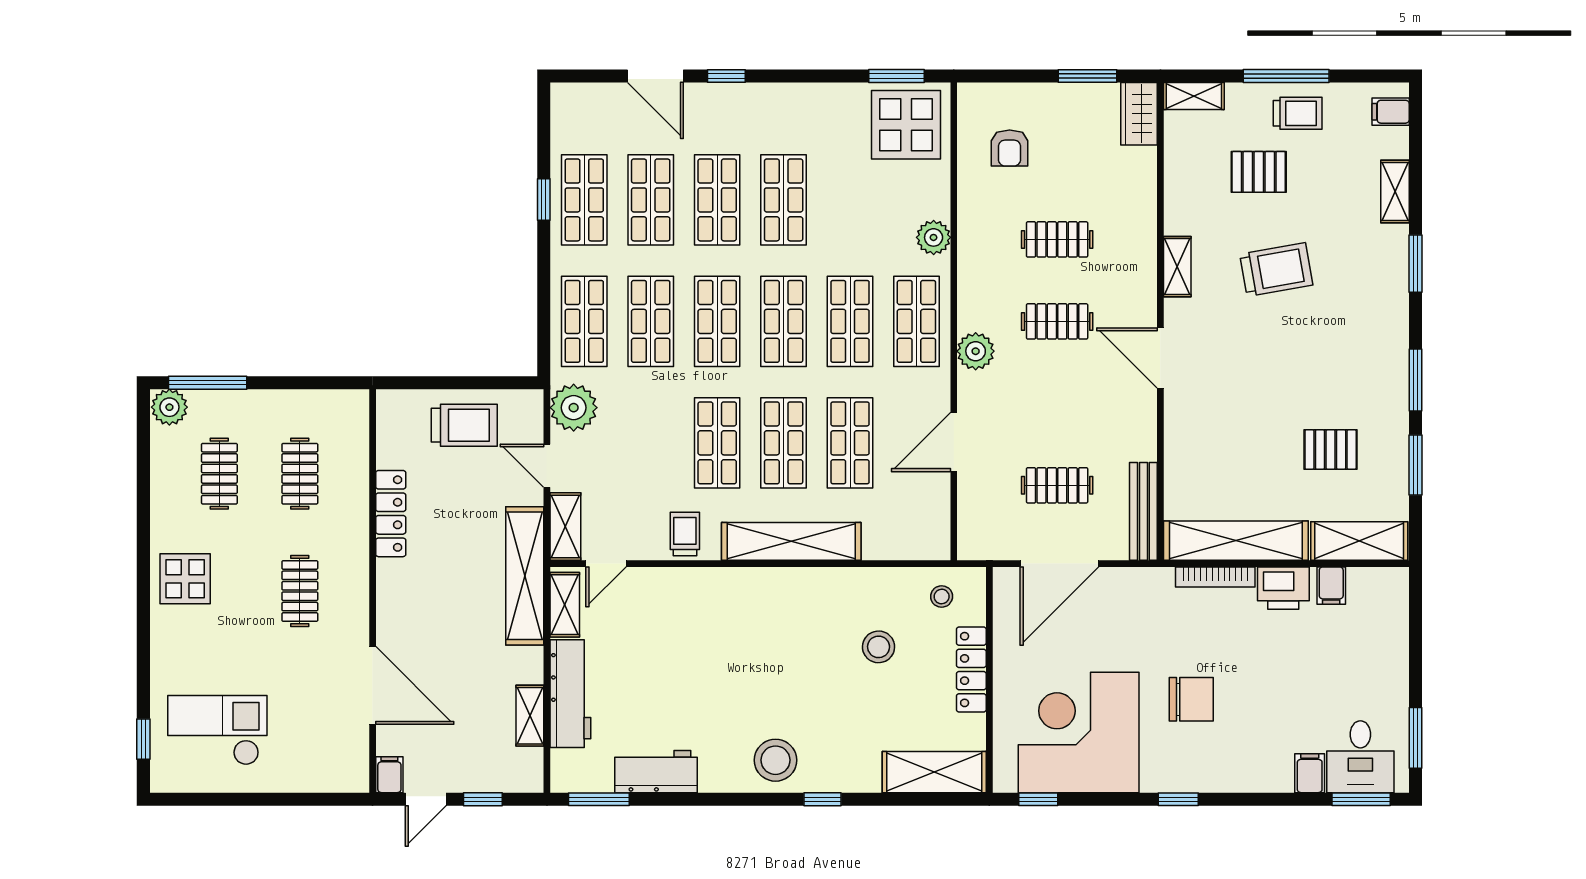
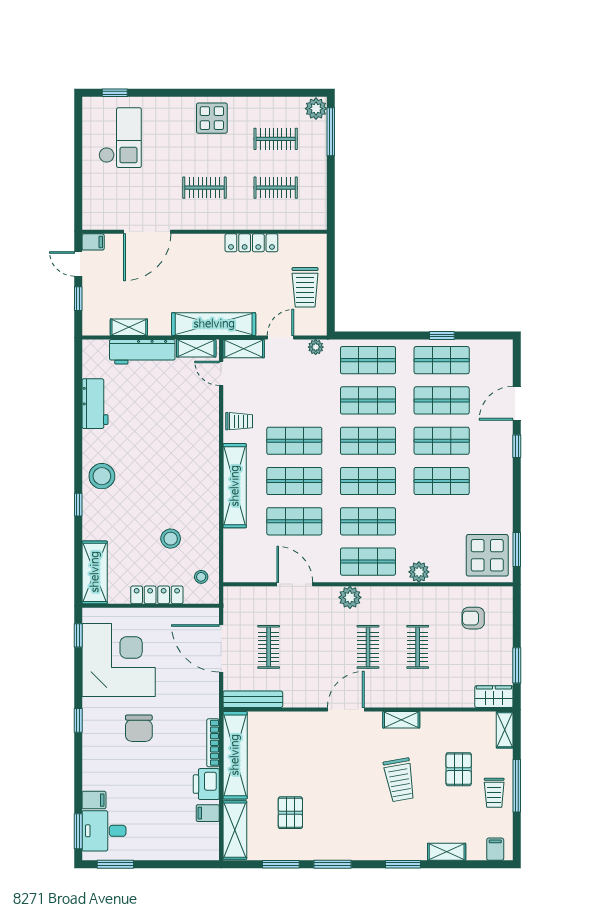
plant: (574, 408) -> (316, 347), width x0.53, depth x0.53
window: (599, 799) -> (78, 369), removed

